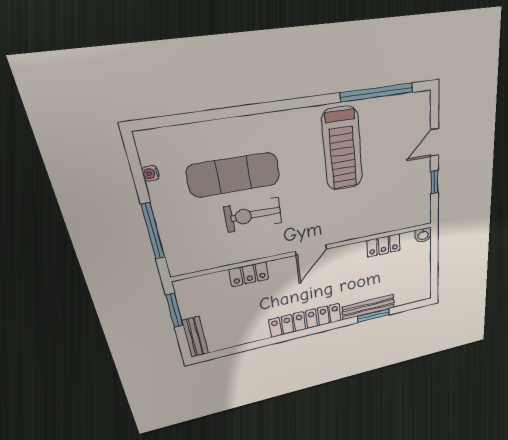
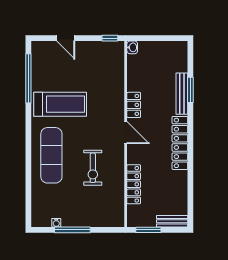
exercise mat: (234, 175) -> (51, 155), moved
window: (434, 182) -> (110, 38), moved
window: (153, 231) -> (72, 230), moved
locker: (383, 245) -> (134, 105), moved
locker: (249, 274) -> (134, 184), width x1.53

